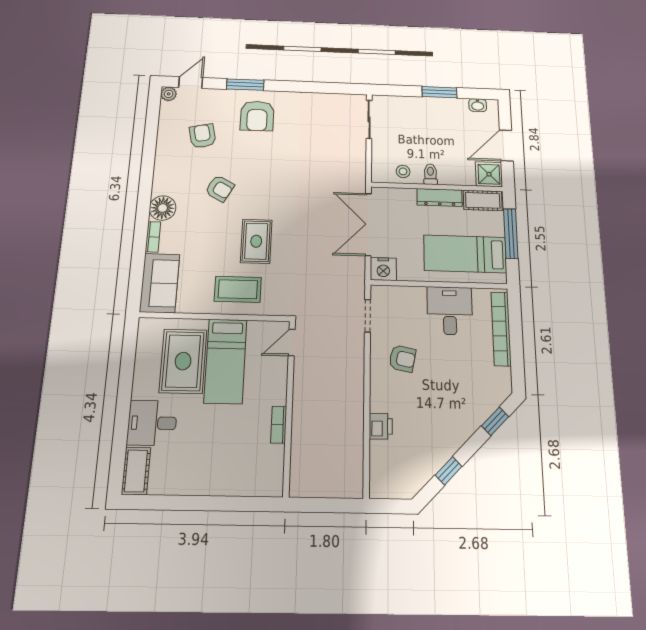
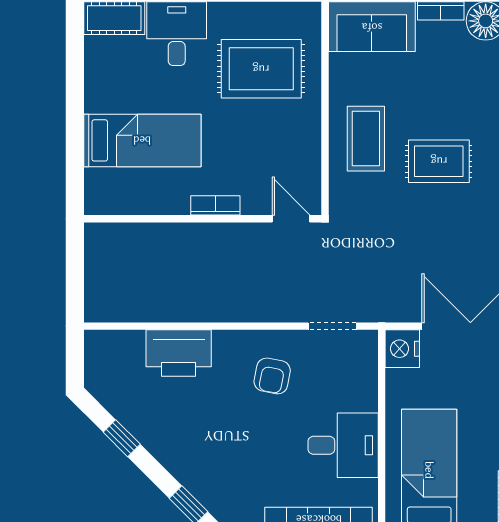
bed: (225, 361) -> (142, 140), moved, turned 180
bookcase: (279, 425) -> (215, 205), moved
printer: (381, 426) -> (179, 353), width x1.87, depth x1.48

